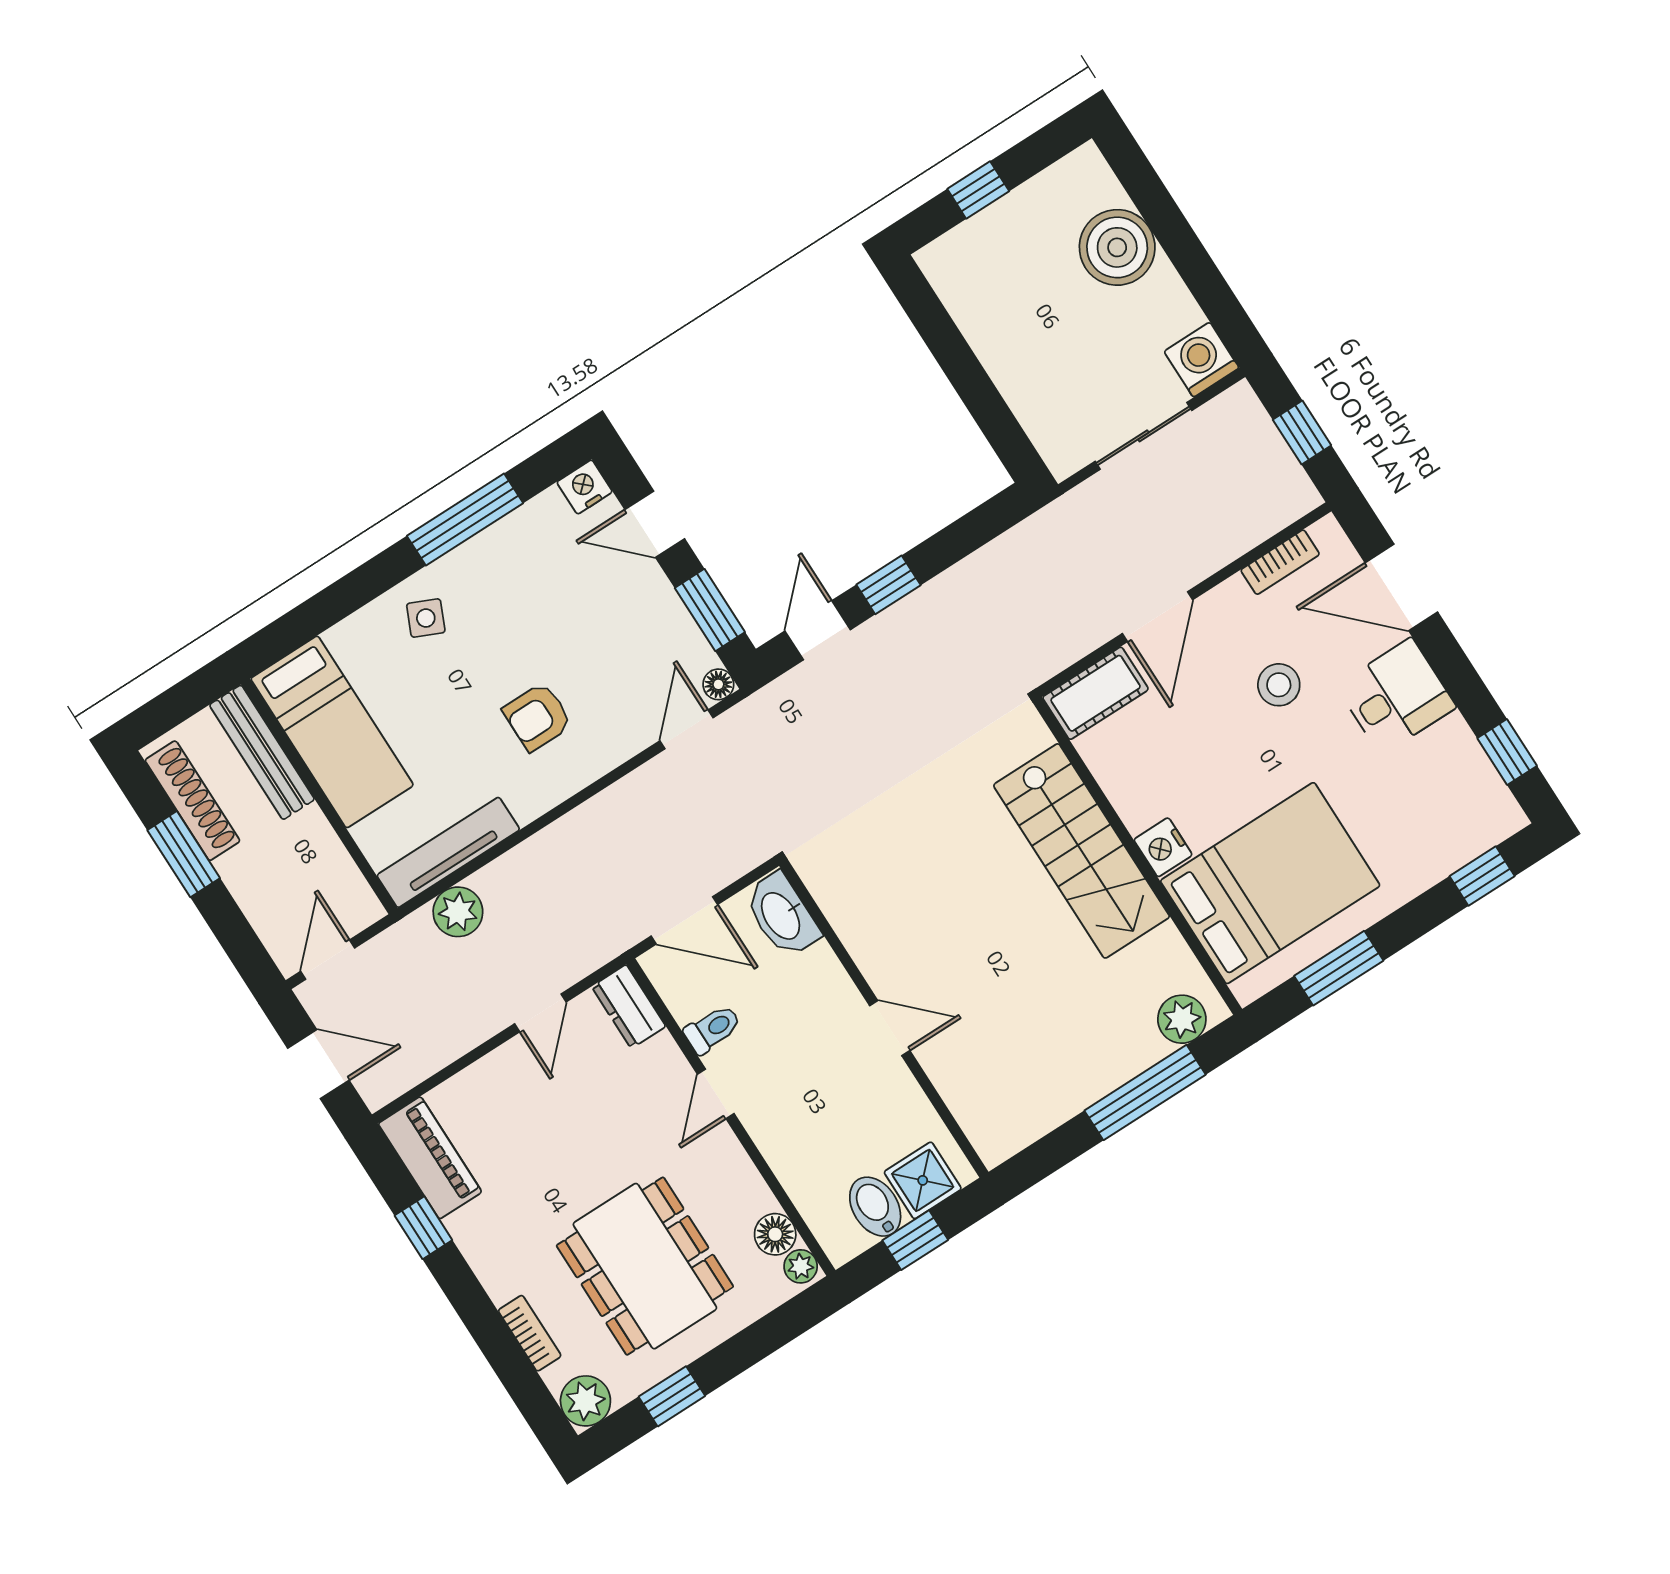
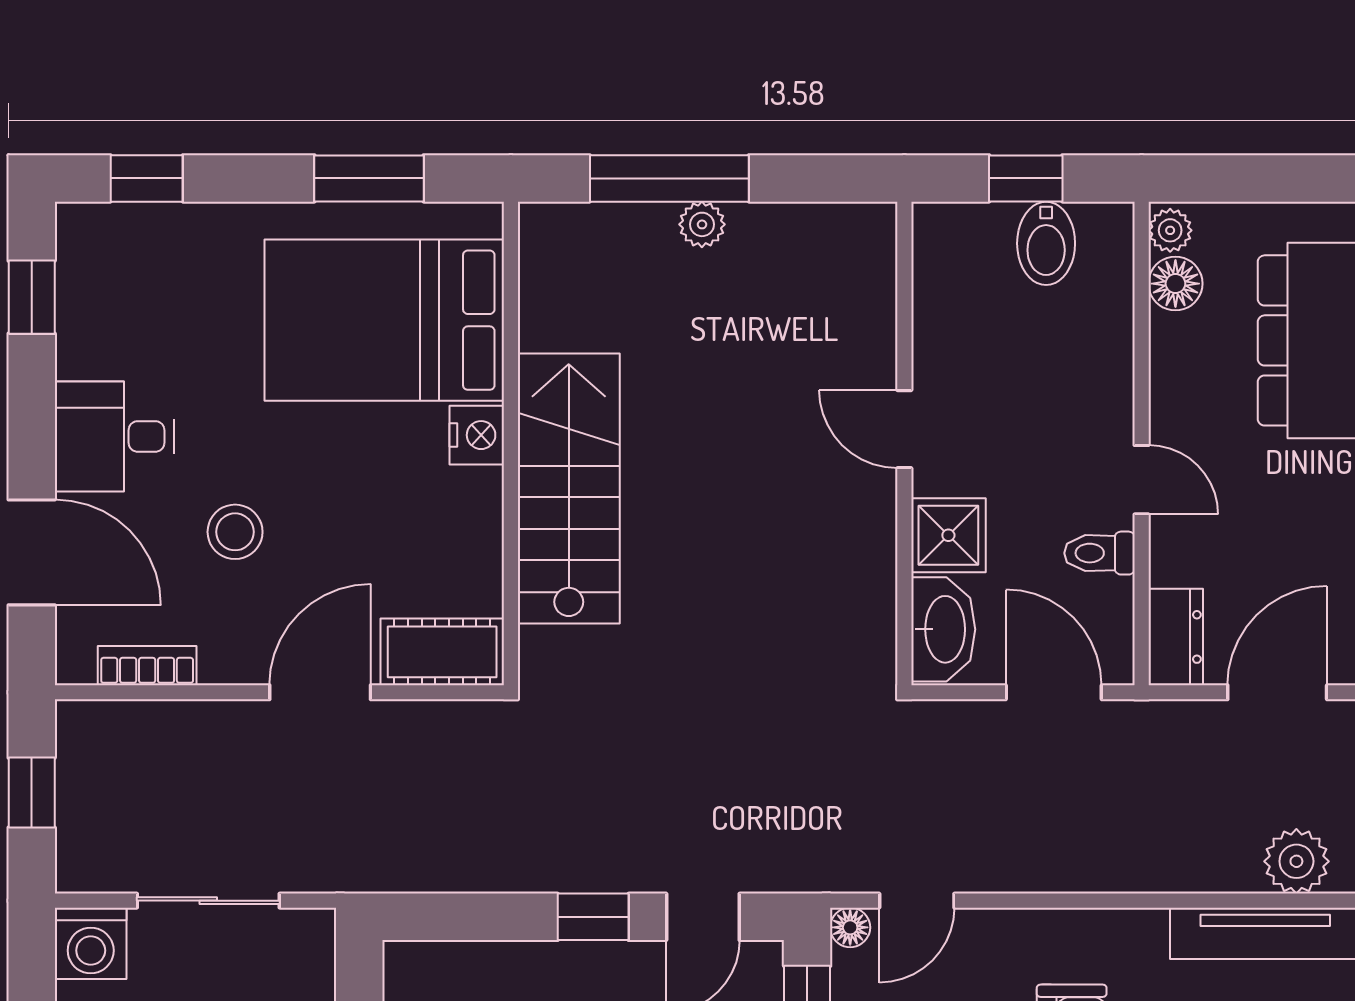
door: (540, 1013) -> (1277, 692), width x1.38
plant: (1182, 1019) -> (702, 224), moved, width x0.73, depth x0.73
door: (716, 1094) -> (1142, 480), hinge flipped
shower: (923, 1180) -> (948, 535), moved

